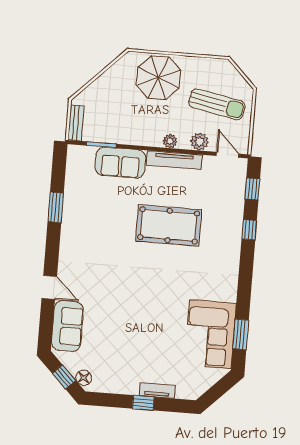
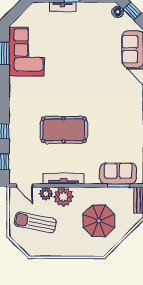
parasol: (158, 78) -> (99, 221), moved
plant: (170, 141) -> (63, 197), width x1.88, depth x1.88
sofa: (120, 163) -> (118, 173), moved

